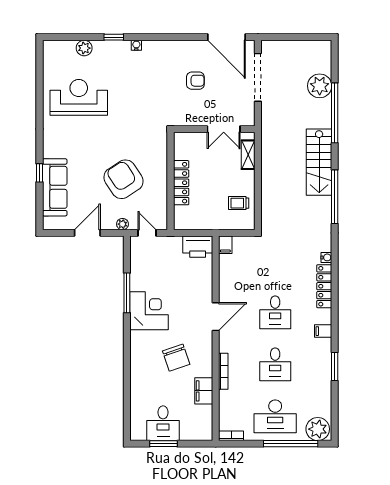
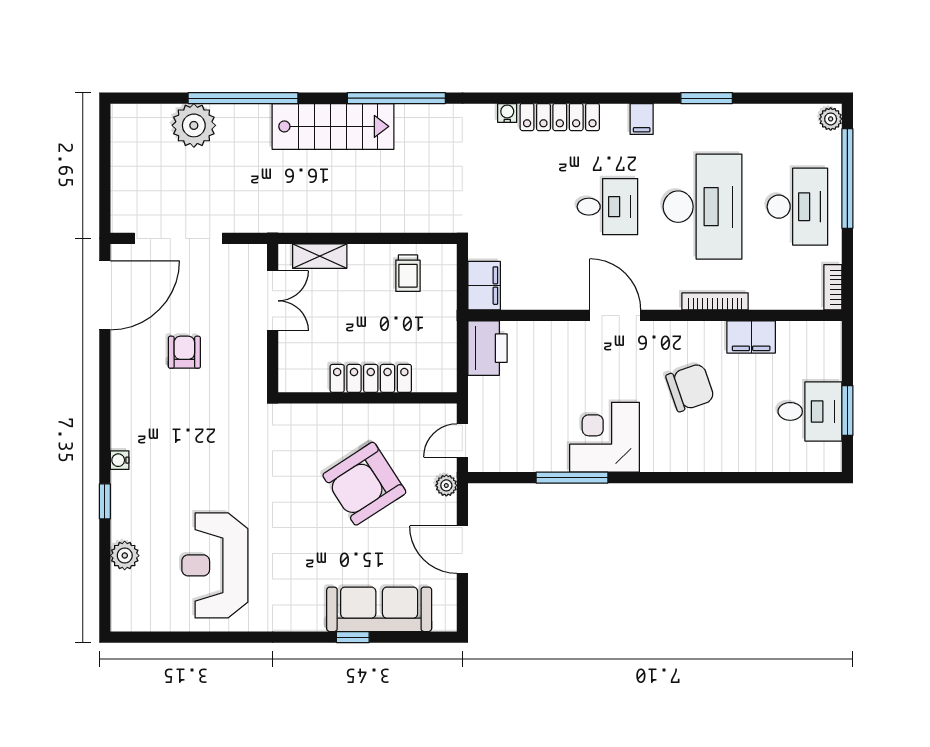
filing cabinet: (225, 245) -> (484, 286), width x2.00
desk: (275, 364) -> (702, 207), width x1.87, depth x1.30
plant: (318, 429) -> (831, 119), width x0.53, depth x0.53

